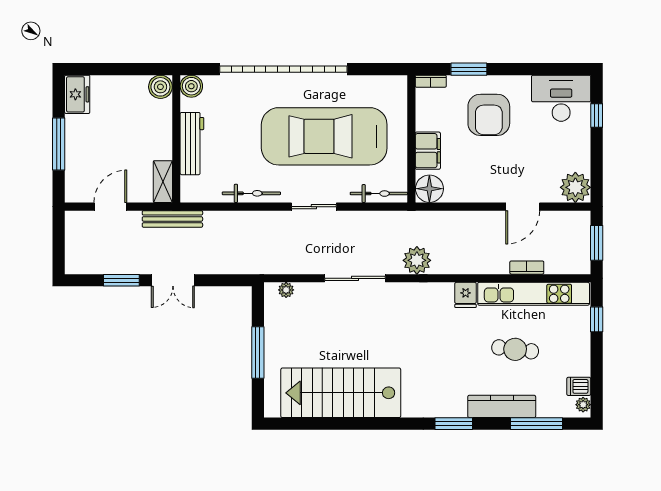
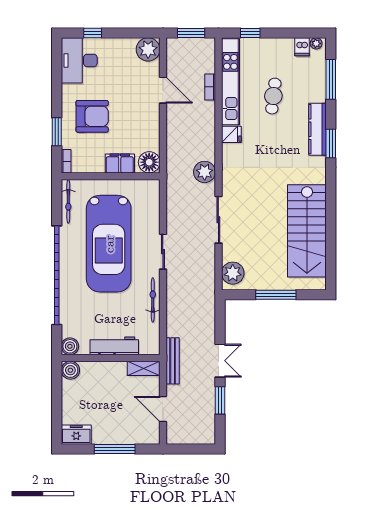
bicycle: (379, 194) -> (68, 201), moved, turned 180
plant: (286, 290) -> (233, 273), width x1.88, depth x1.88
kitchen counter: (502, 406) -> (318, 129), moved

